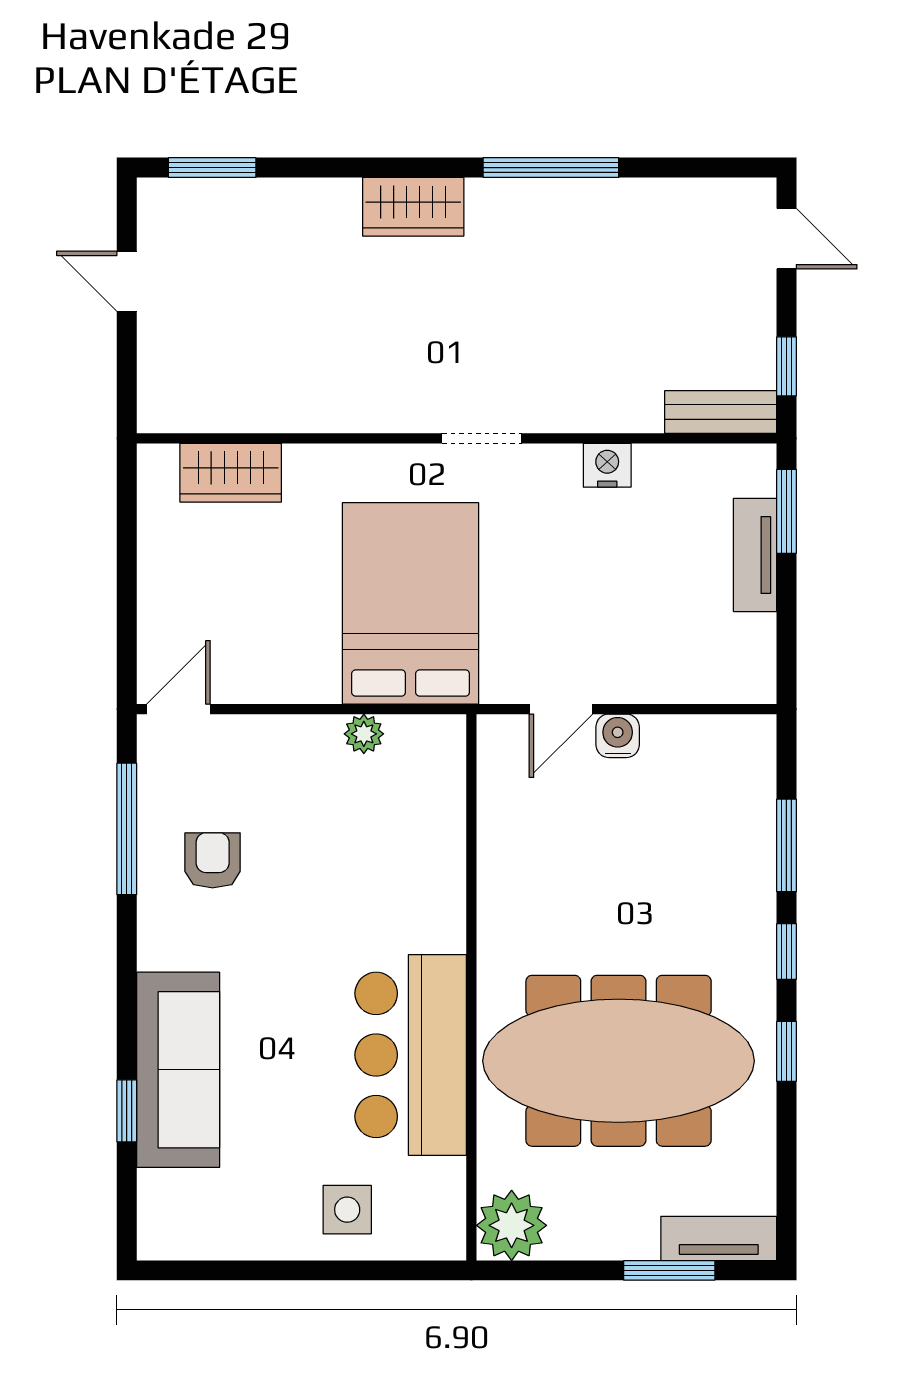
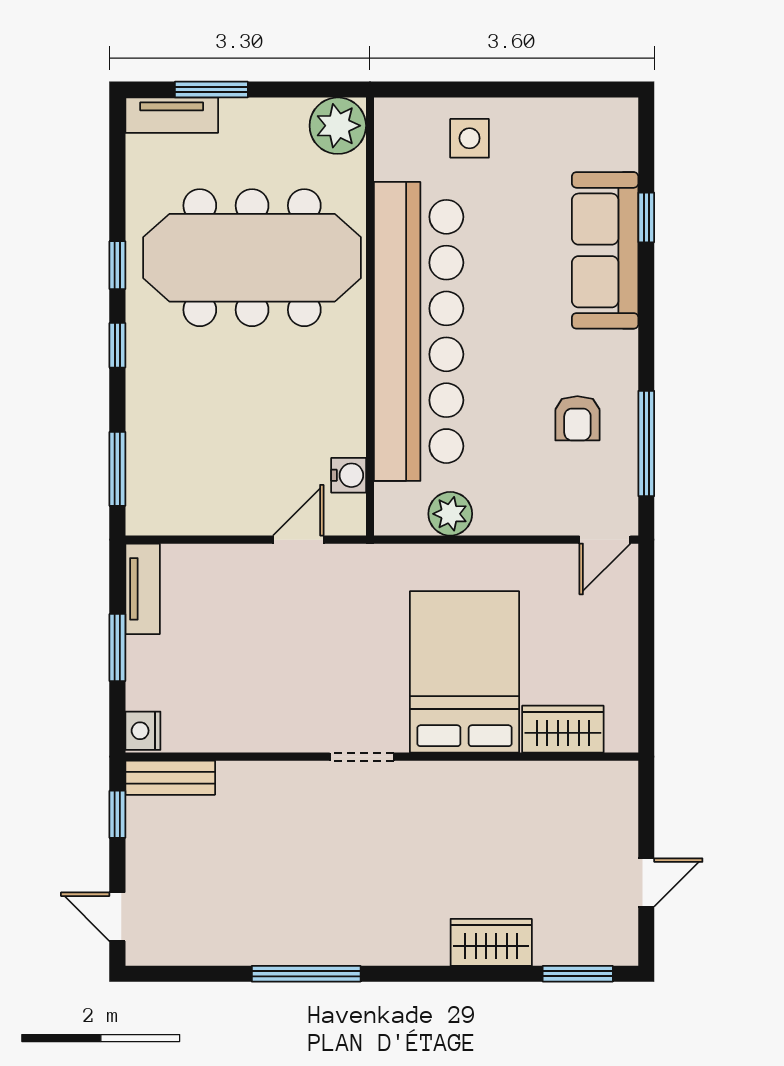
wardrobe: (413, 207) -> (491, 942), moved
door: (127, 281) -> (646, 883), hinge flipped
nightstand: (607, 465) -> (143, 731), moved, turned 90
window: (786, 511) -> (117, 648), moved
tv unit: (755, 555) -> (143, 589), moved
bed: (411, 603) -> (465, 672), moved, turned 180
plant: (364, 734) -> (450, 514), width x1.38, depth x1.38
water cooler: (618, 736) -> (349, 475), moved, turned -90
window: (786, 845) -> (117, 469), moved
bar counter: (411, 1055) -> (419, 331), width x1.86

